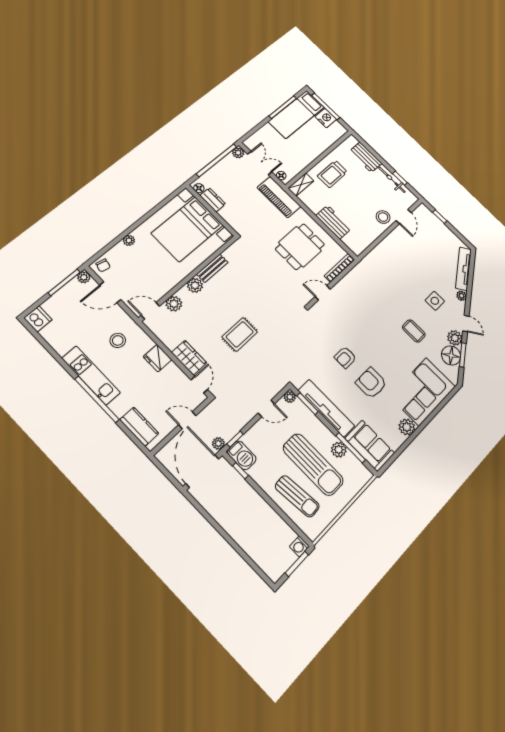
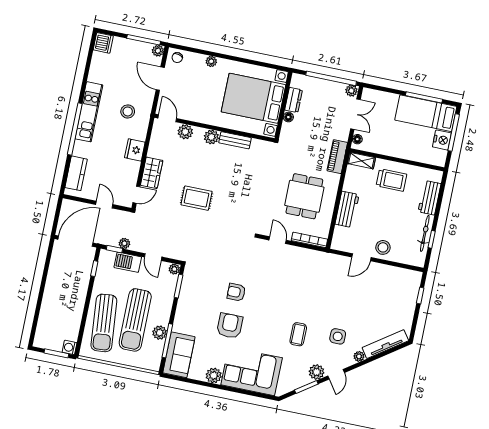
trolley: (332, 174) -> (391, 180), turned 180
floor lamp: (199, 188) -> (288, 117), moved
piano: (279, 197) -> (337, 157), width x0.73, depth x0.75
door: (404, 217) -> (361, 257), moved
dining table: (300, 247) -> (304, 196), turned 90
floor lamp: (451, 355) -> (299, 378), removed
tv unit: (326, 408) -> (185, 303), removed
plant: (218, 443) -> (124, 243), moved
barbecue: (242, 455) -> (128, 262), moved, turned 90
sun lounger: (297, 496) -> (104, 323), width x1.36, depth x1.34

